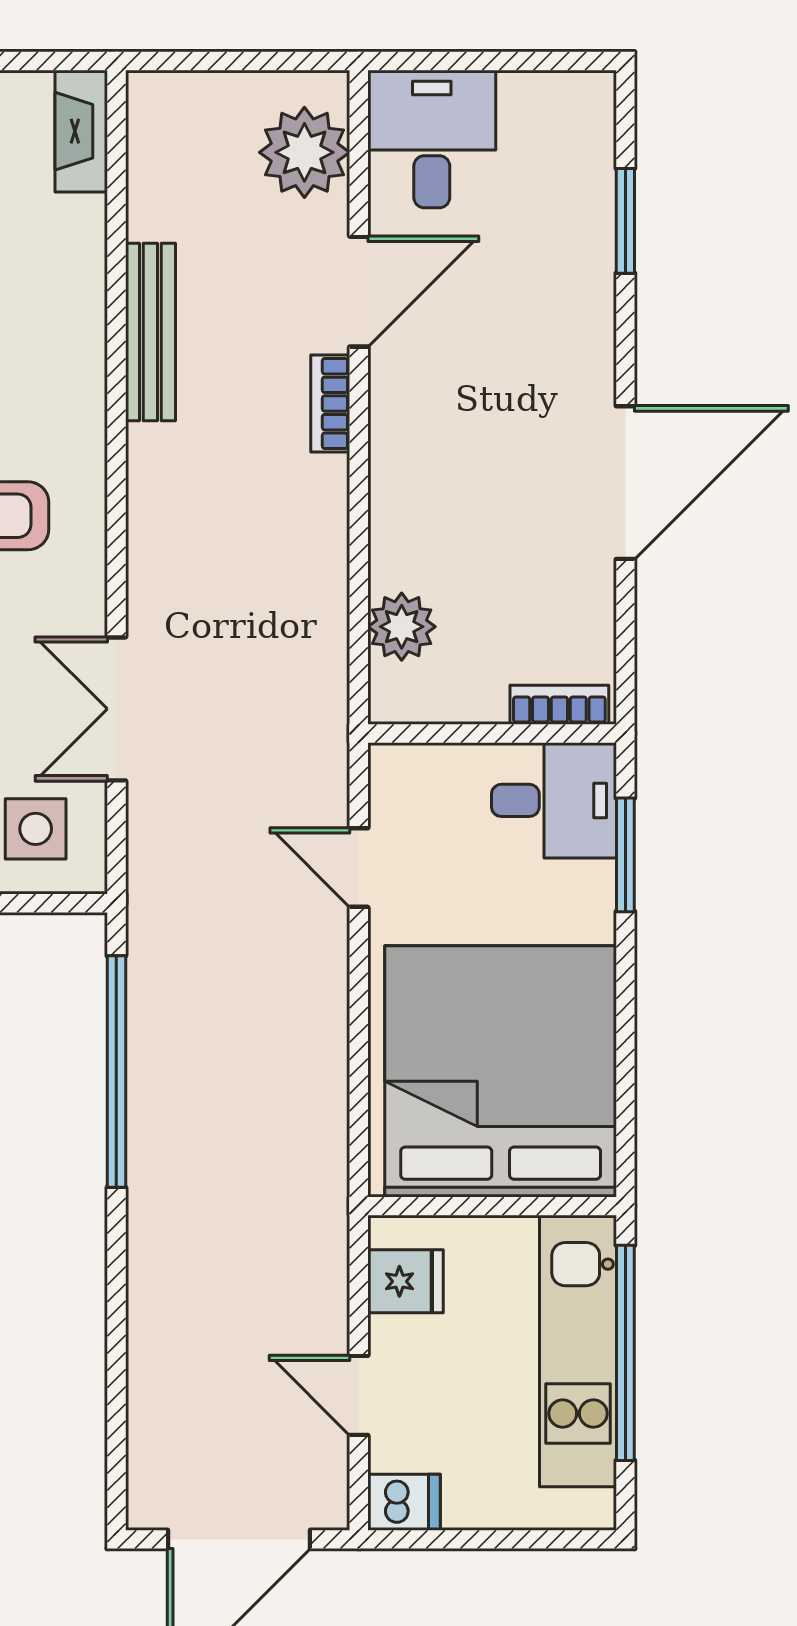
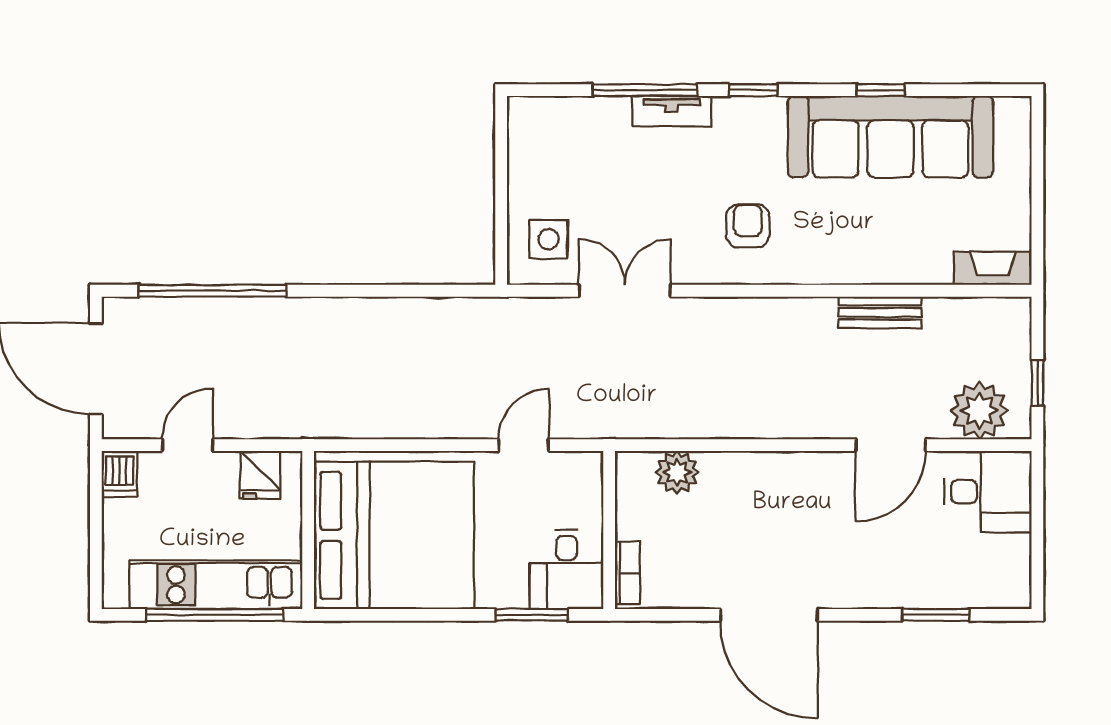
window: (261, 61) -> (1037, 383), added
door: (359, 292) -> (891, 445), hinge flipped
bench: (150, 332) -> (880, 312), width x0.73
bookcase: (330, 404) -> (819, 427), removed
window: (116, 1072) -> (212, 291), moved

